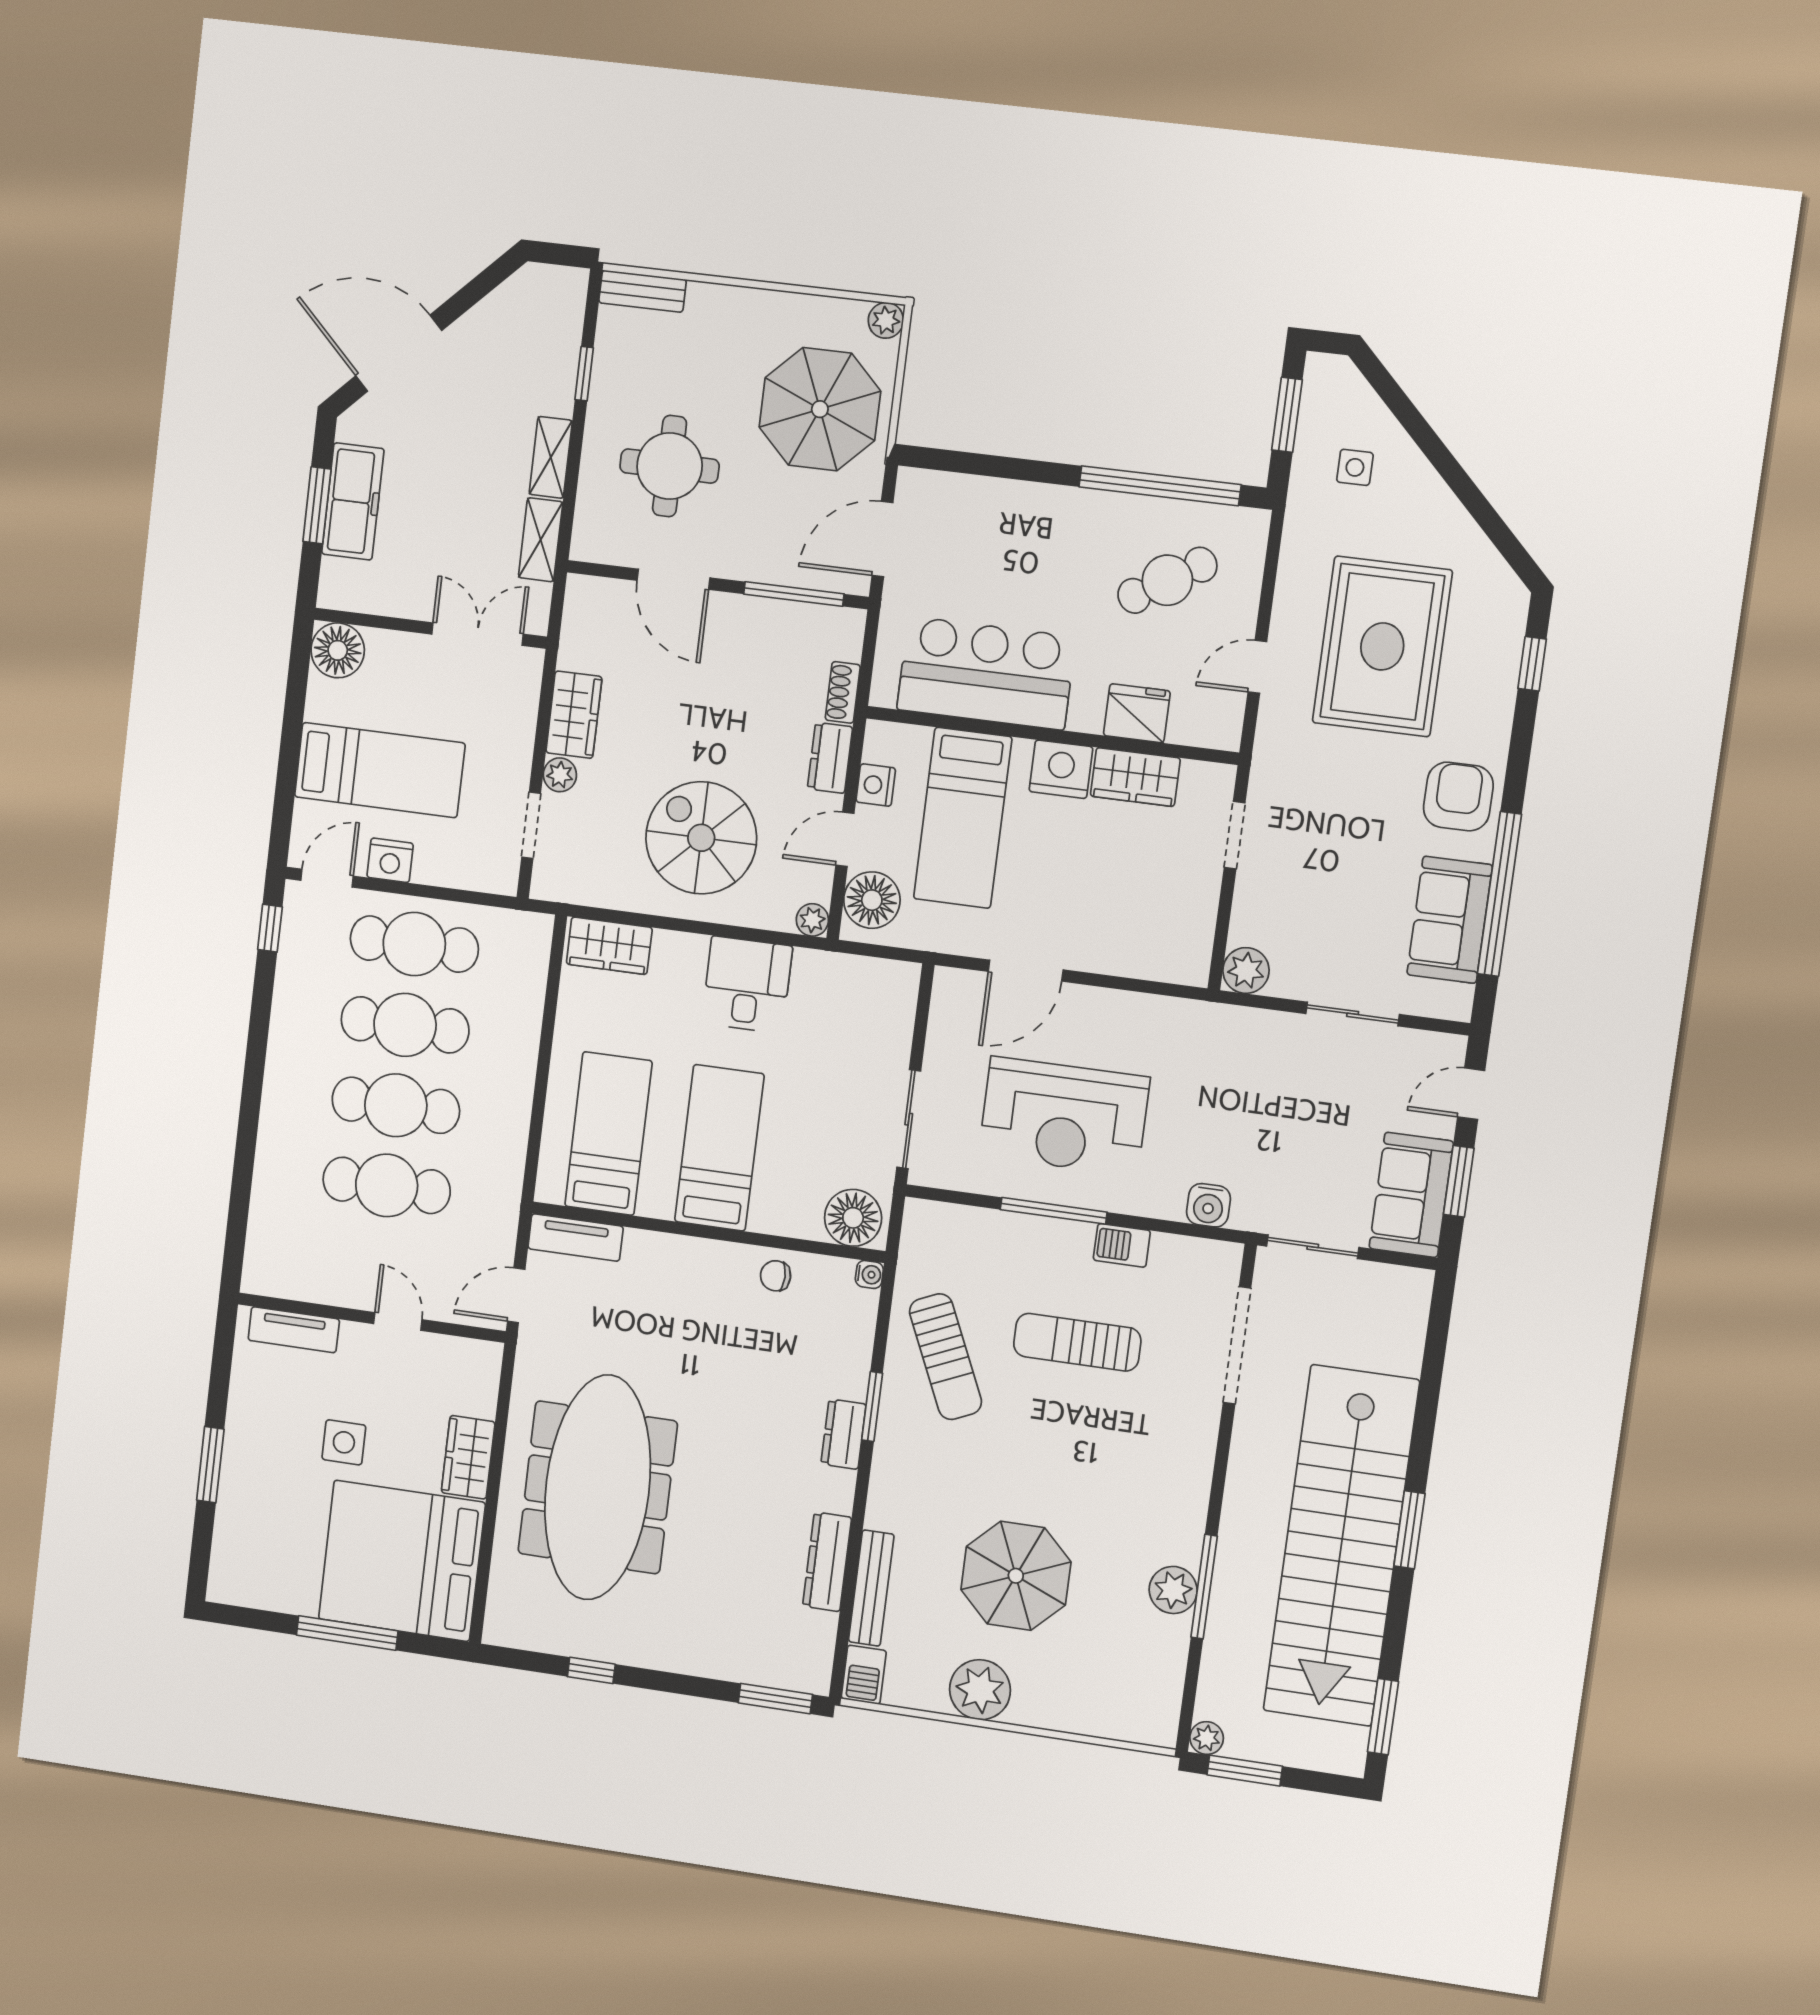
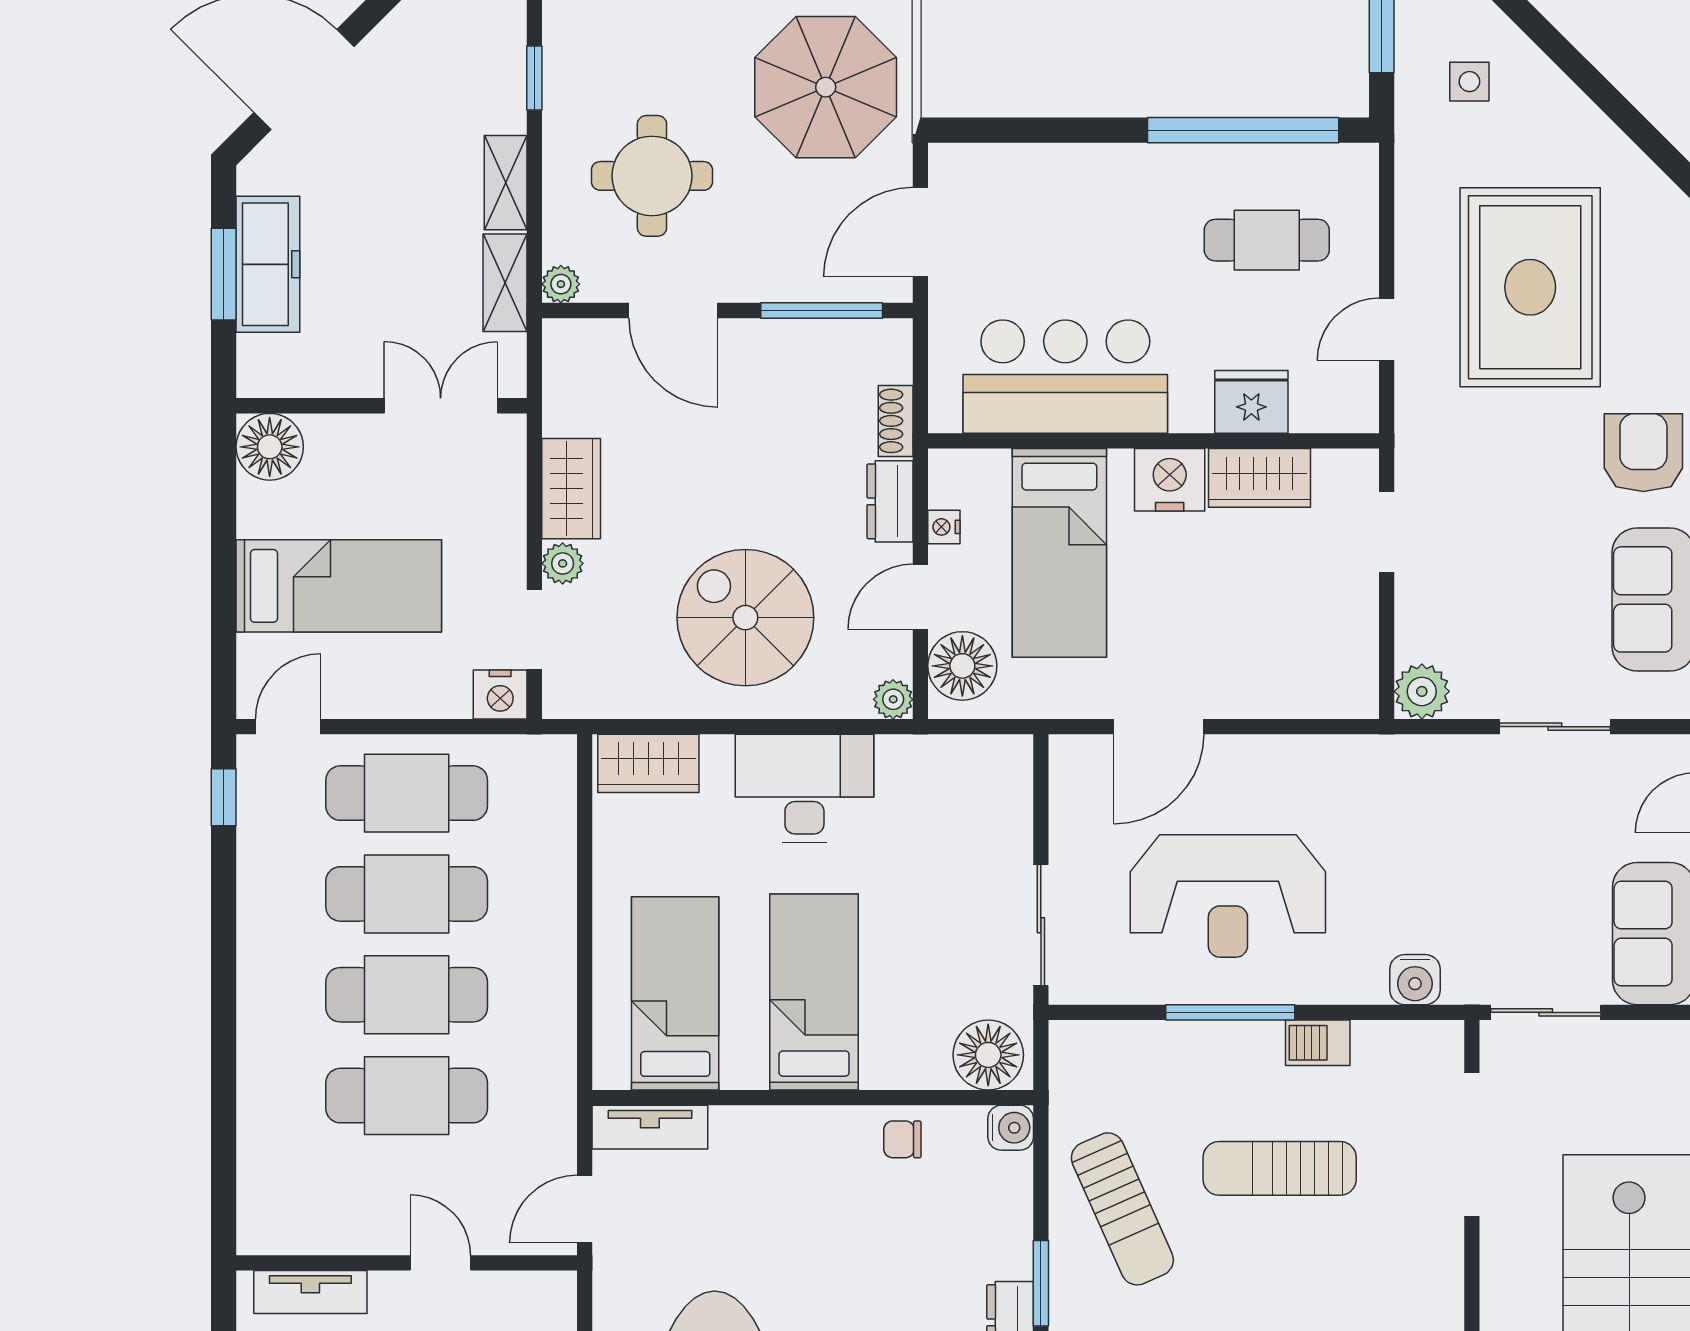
plant: (585, 546) -> (561, 284), added
cafe table: (1167, 580) -> (1267, 240), turned 32
nightstand: (876, 785) -> (944, 527), width x0.72, depth x0.74
nightstand: (390, 860) -> (500, 694), moved
desk: (747, 985) -> (804, 788), width x1.37
water cooler: (869, 1274) -> (1011, 1128), width x1.38, depth x1.38

